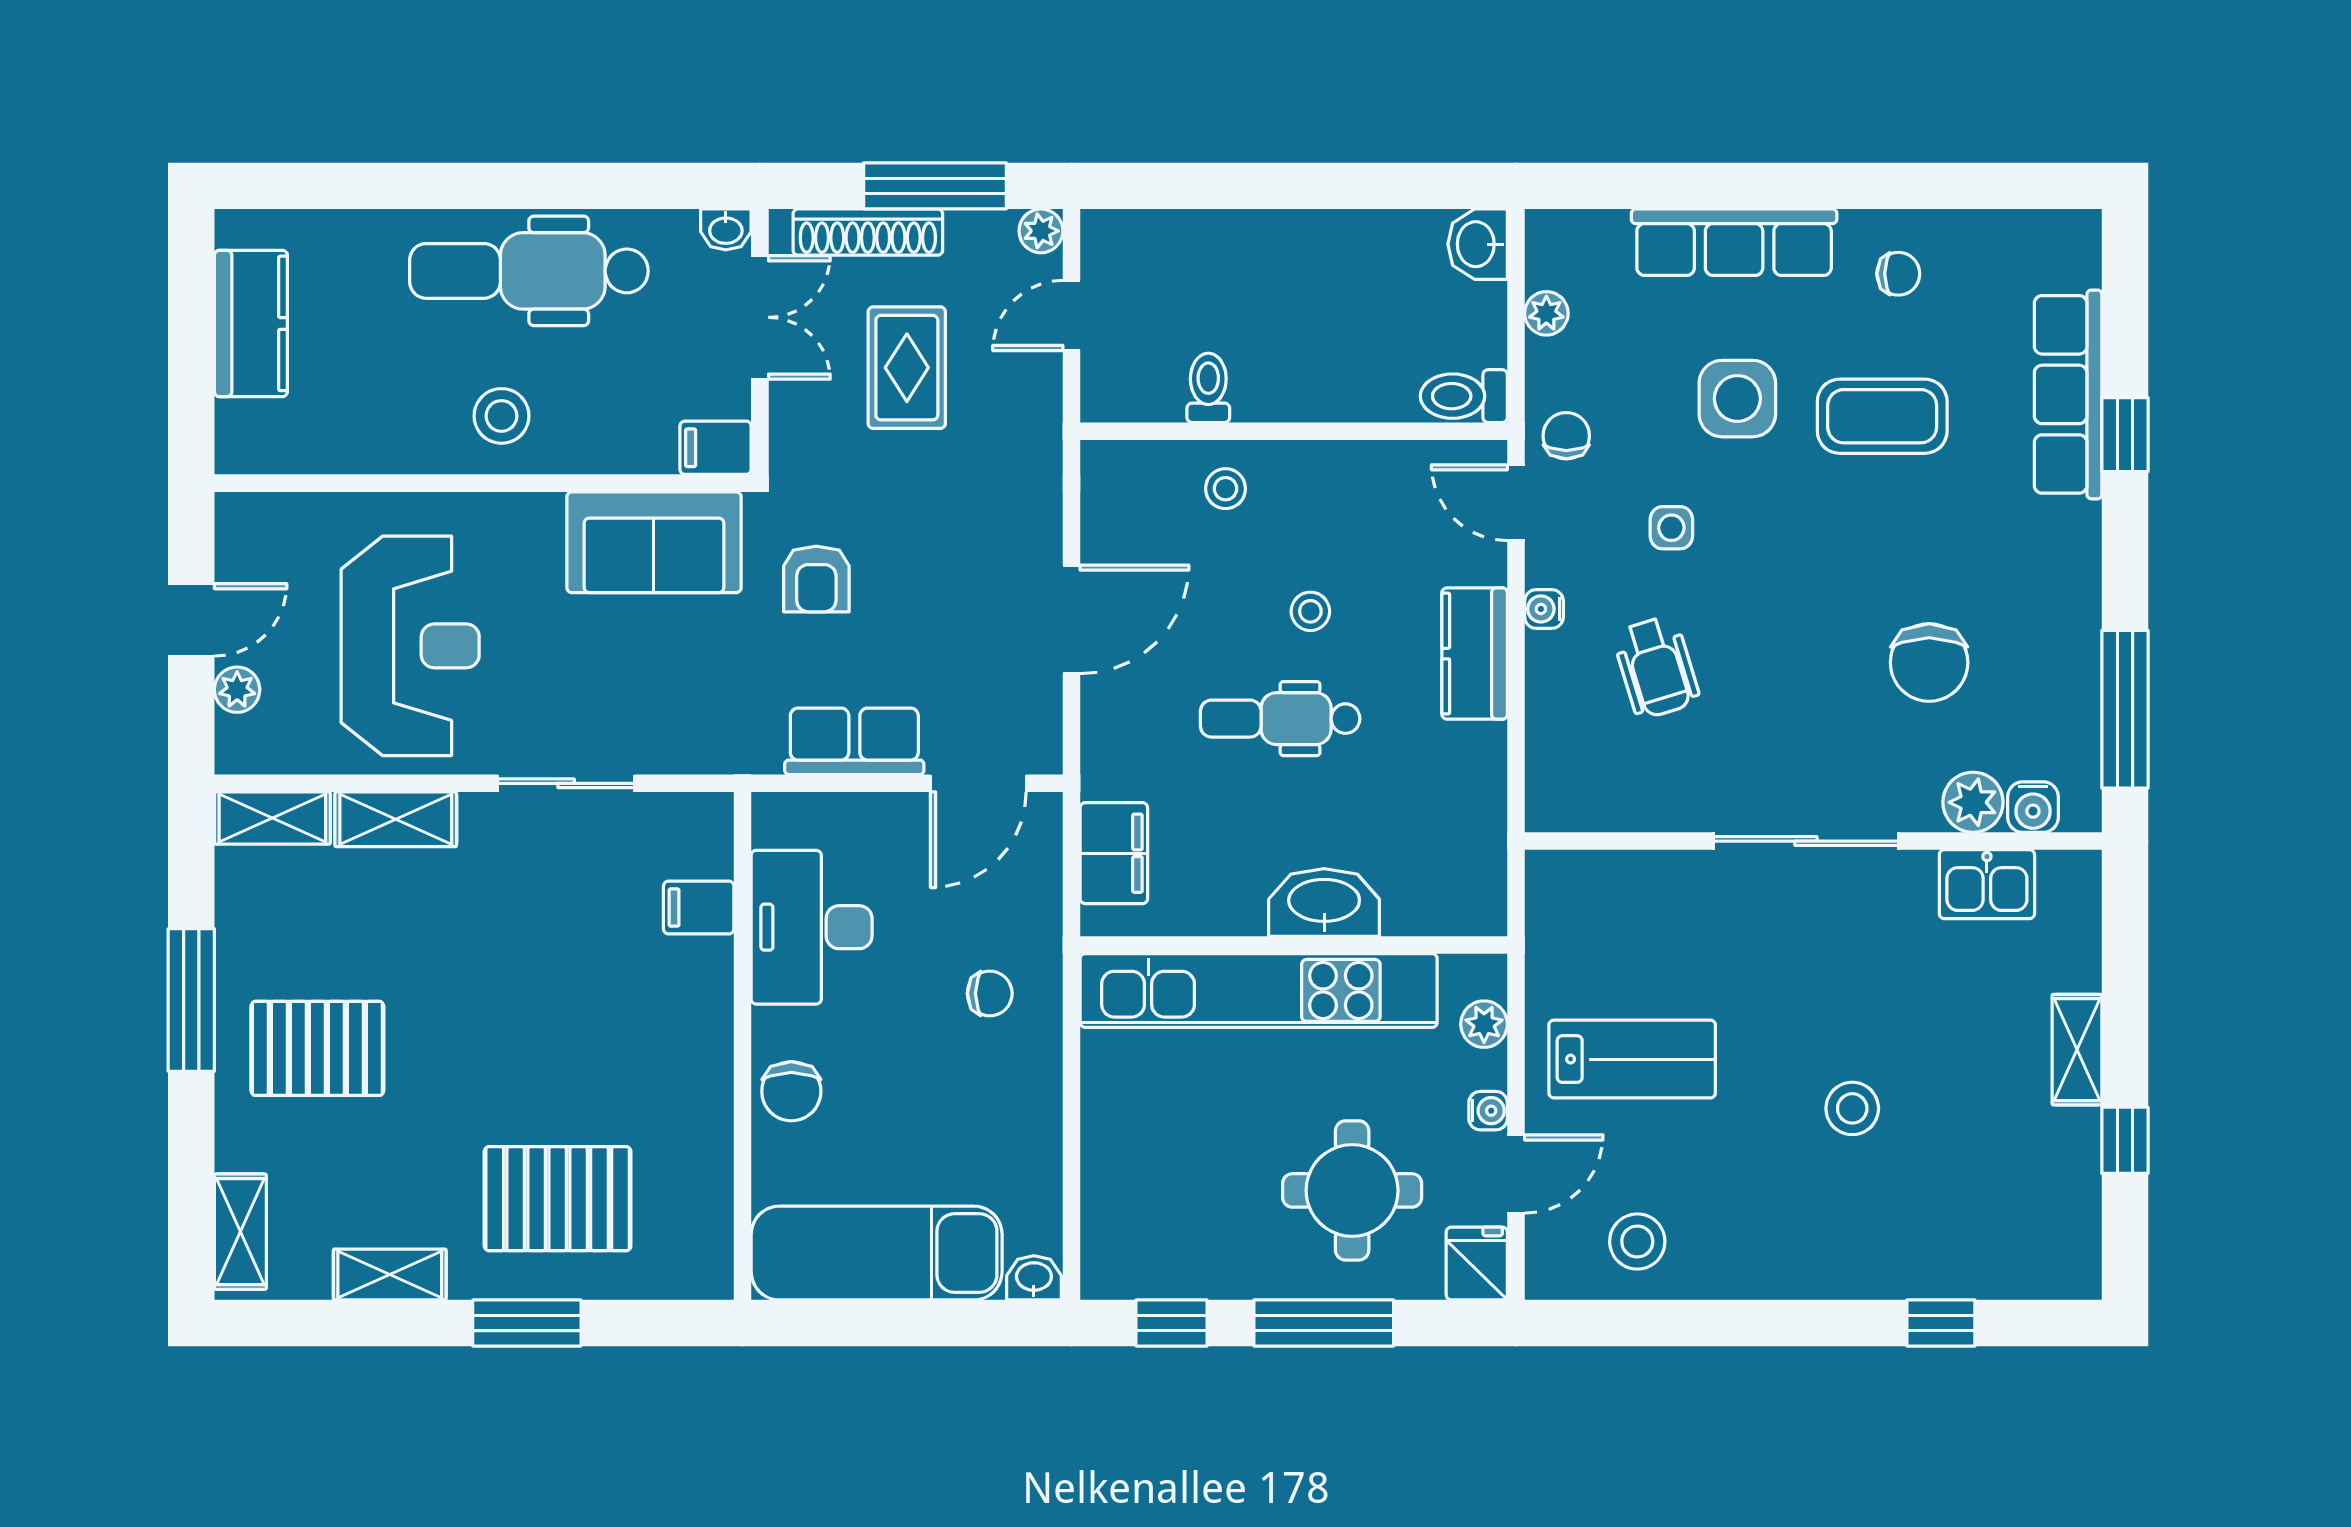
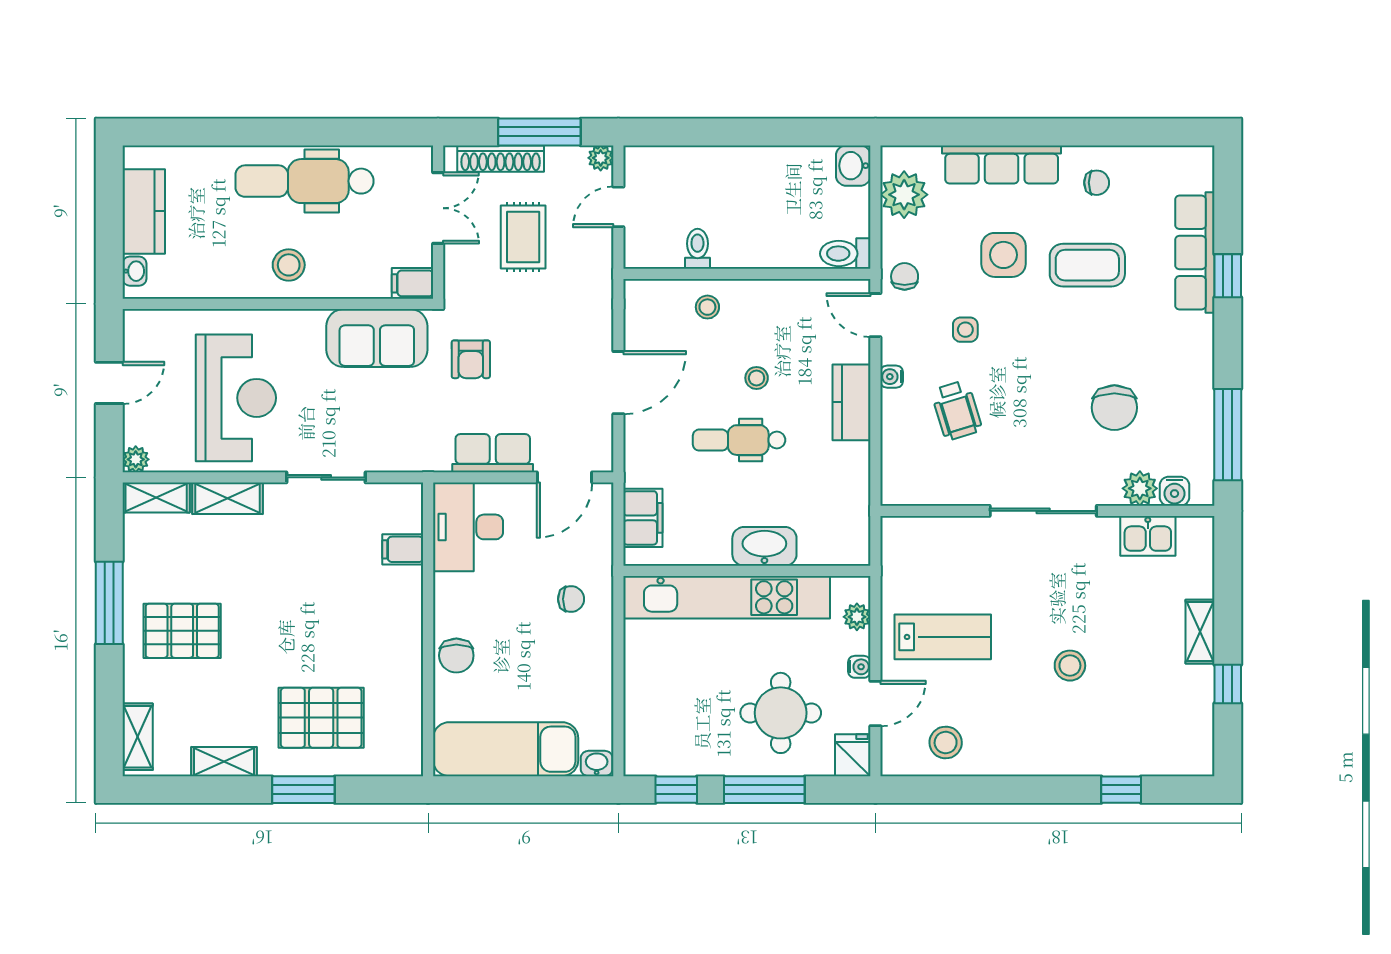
washbasin: (726, 229) -> (134, 271), moved, turned -90
plant: (1546, 313) -> (904, 195), width x1.88, depth x1.88
plant: (237, 690) -> (136, 459), moved
desk: (812, 927) -> (468, 527), moved

